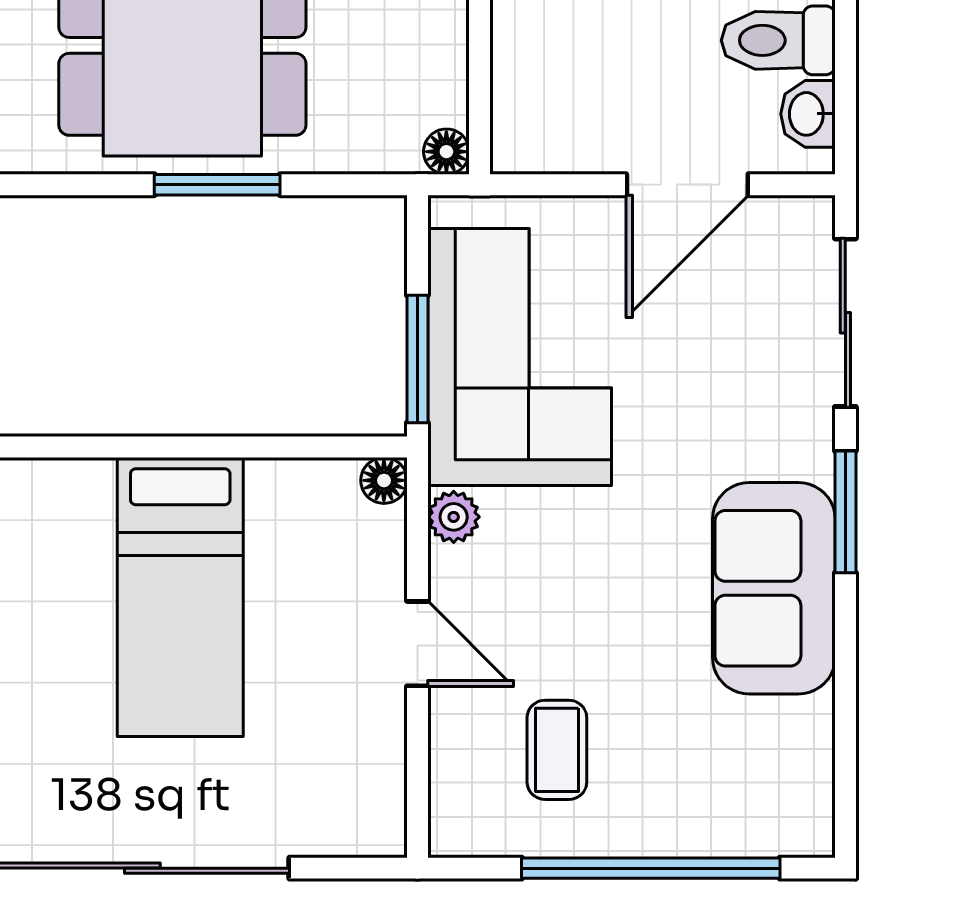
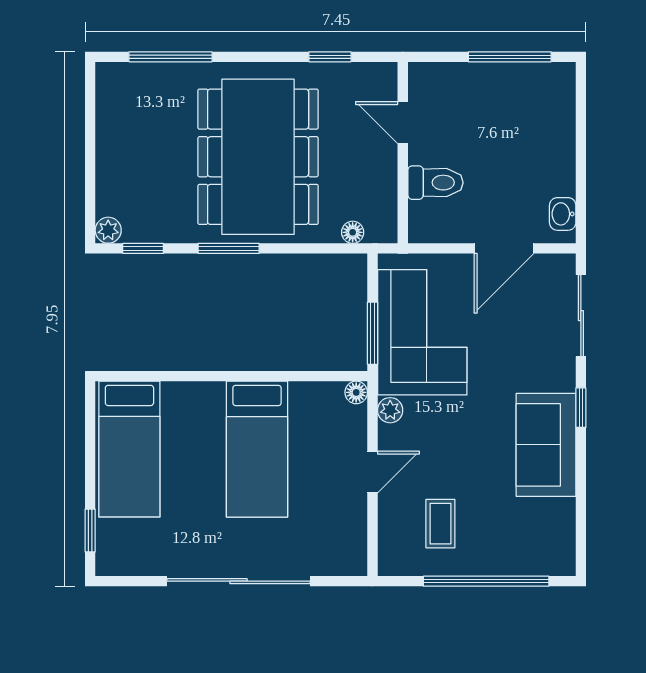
toilet: (778, 40) -> (435, 183), moved, turned 180
floor lamp: (446, 152) -> (353, 232), moved
window: (217, 185) -> (229, 248), moved
window: (845, 512) -> (581, 408), width x0.67
door: (417, 644) -> (373, 472), hinge flipped

